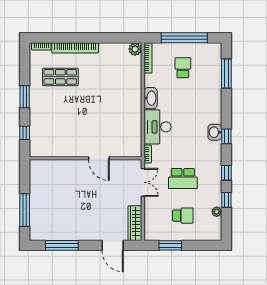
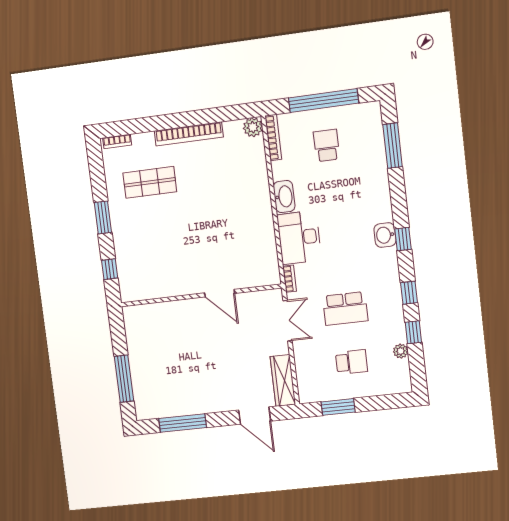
bookcase: (75, 48) -> (189, 134), moved

